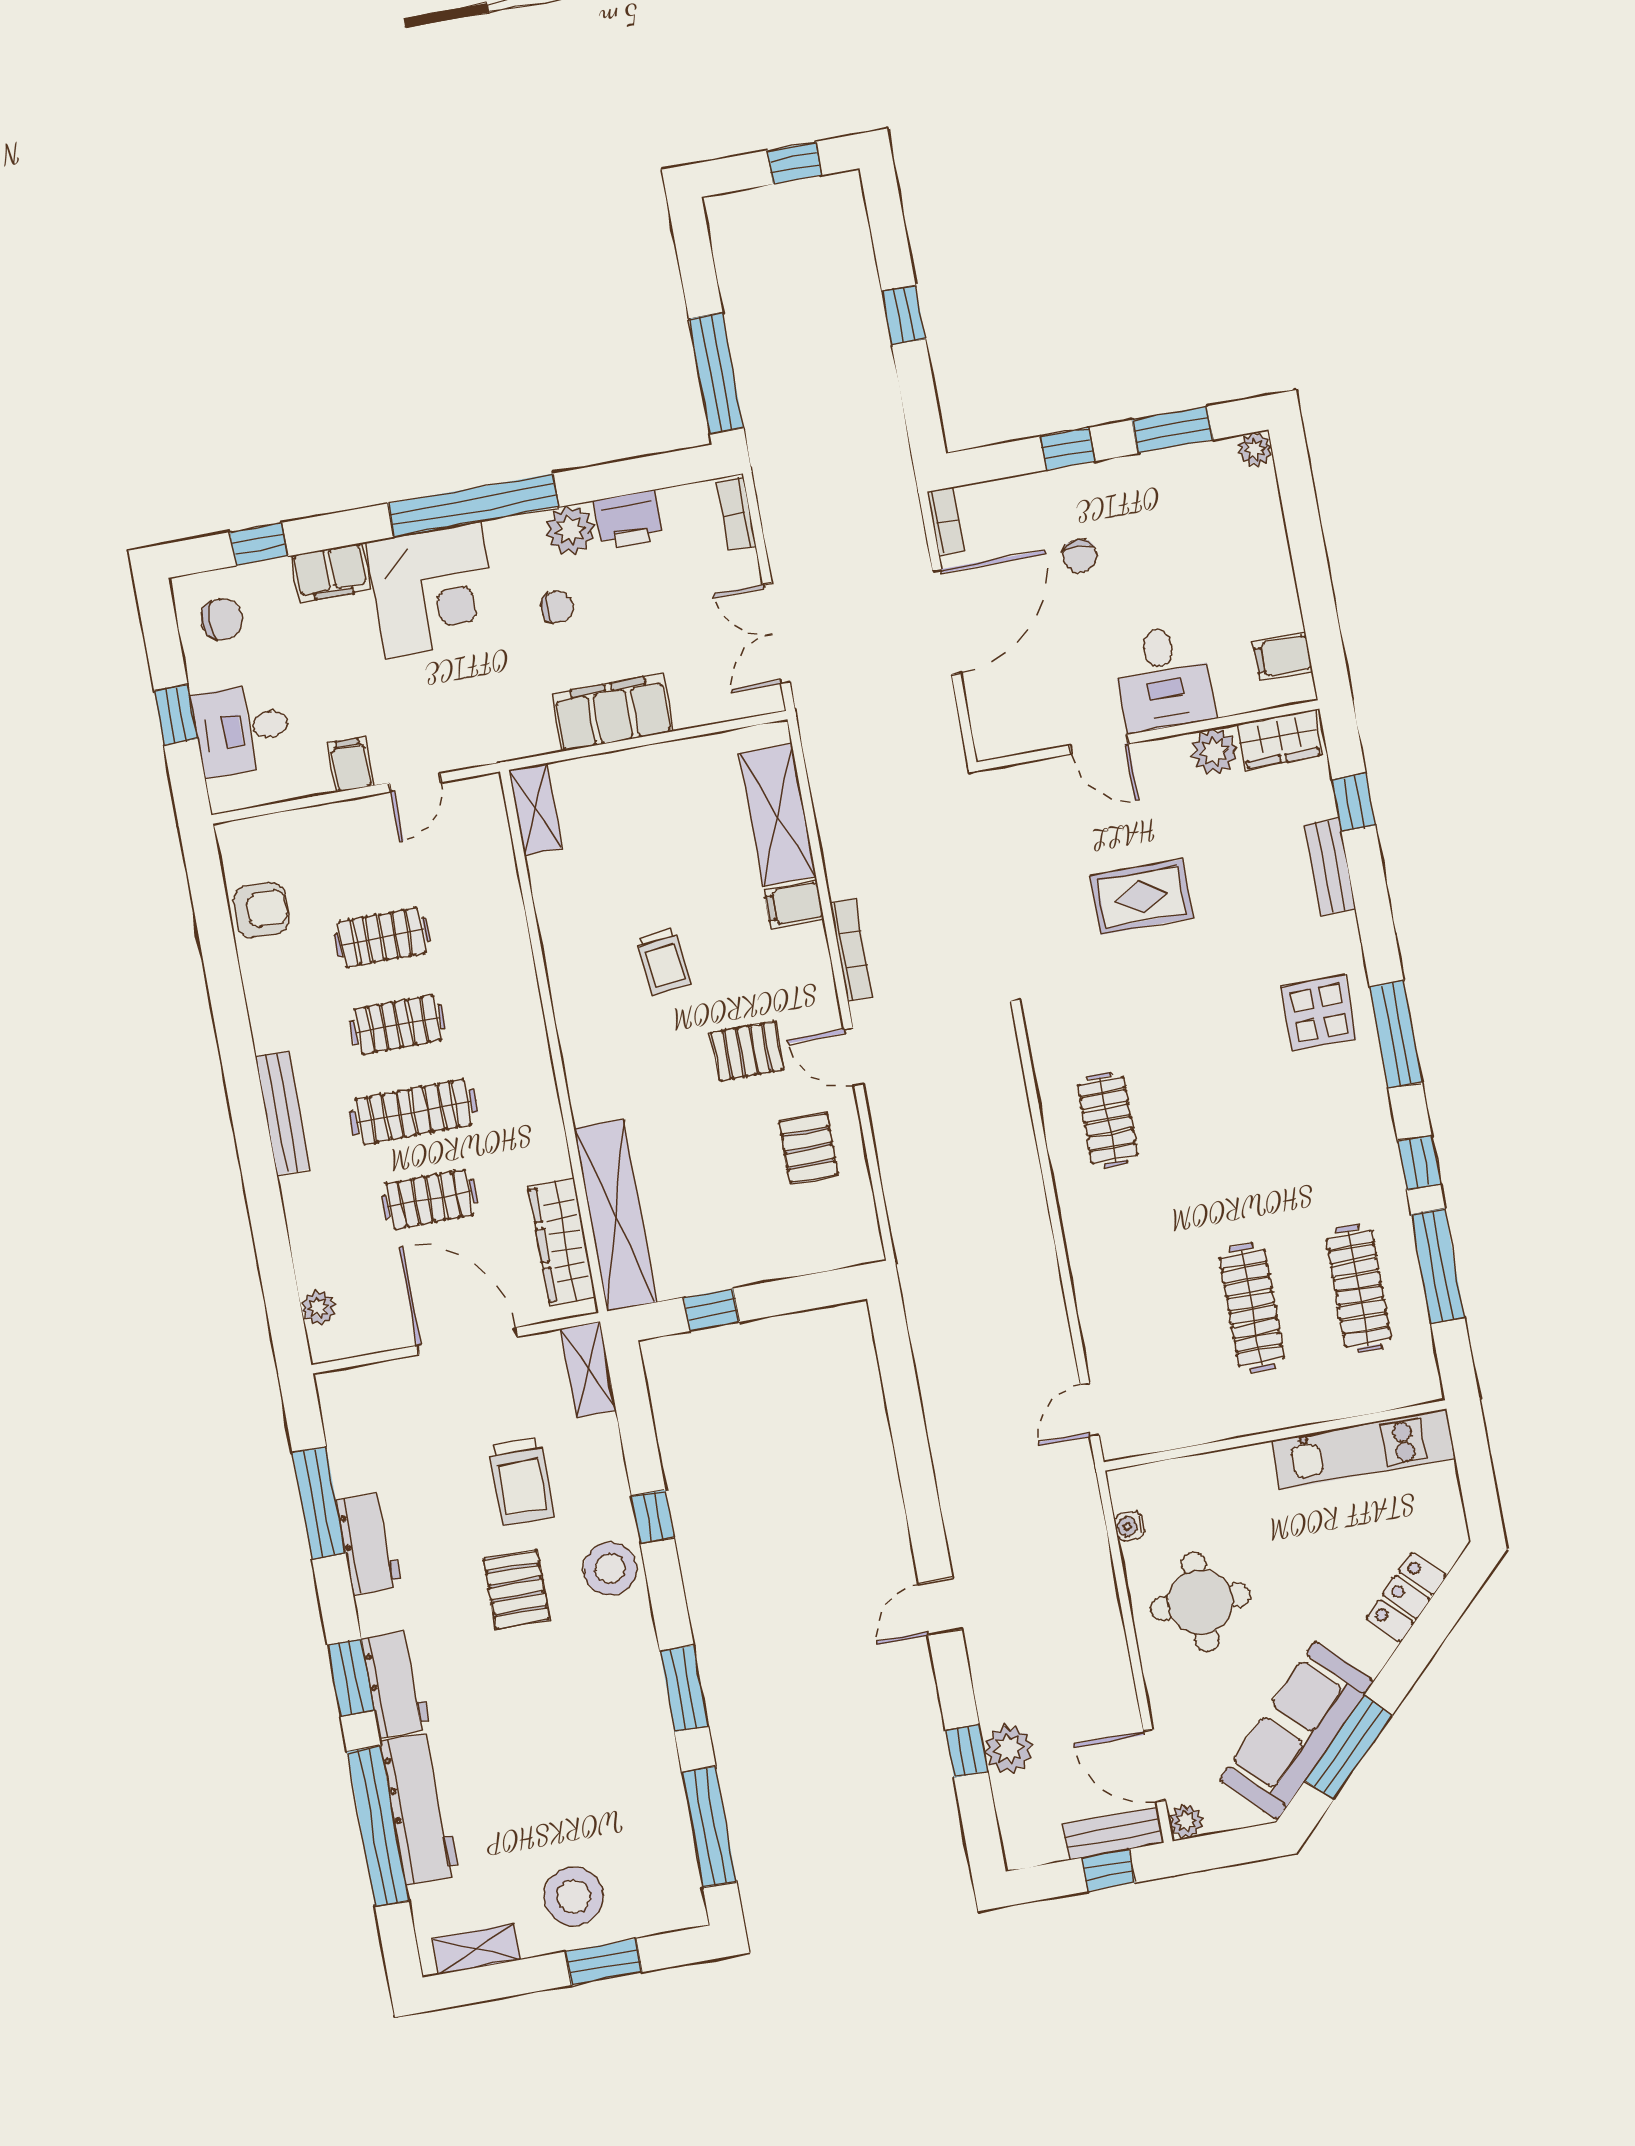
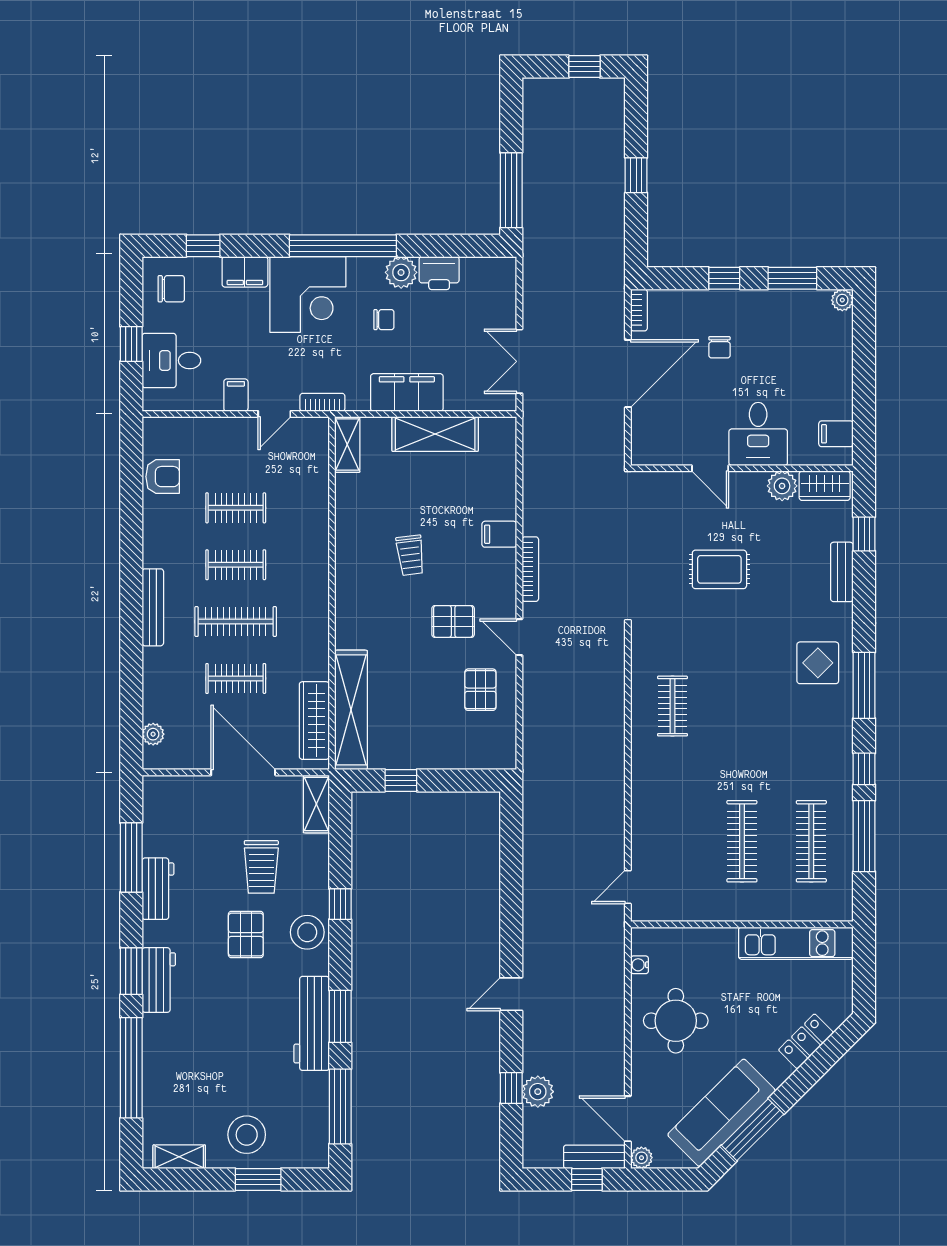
bookcase: (736, 514) -> (322, 402), moved, turned 90
shelving: (778, 815) -> (435, 434), moved, turned 90
workbench: (420, 1809) -> (312, 1023), moved, turned 180

